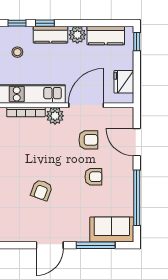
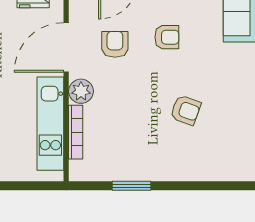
door: (86, 105) -> (66, 47), hinge flipped
armchair: (93, 177) -> (167, 37), turned 90

